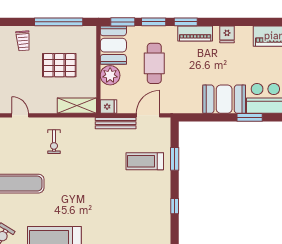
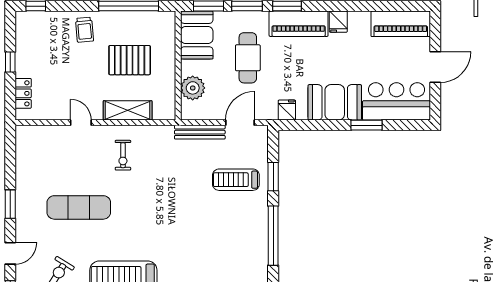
piano: (195, 33) -> (299, 24), width x1.37, depth x1.33
plant: (110, 75) -> (193, 88), moved
shelving: (77, 106) -> (128, 110), moved
fridge: (108, 107) -> (287, 110), moved, turned -90
window: (175, 206) -> (273, 236), width x3.17

